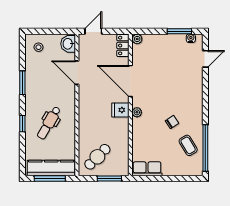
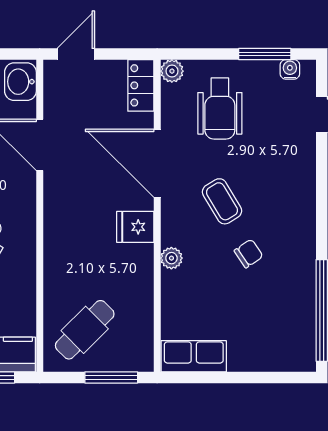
wheelchair: (159, 56) -> (220, 108), added
plant: (137, 112) -> (171, 258), moved
coffee table: (188, 145) -> (222, 201), moved

